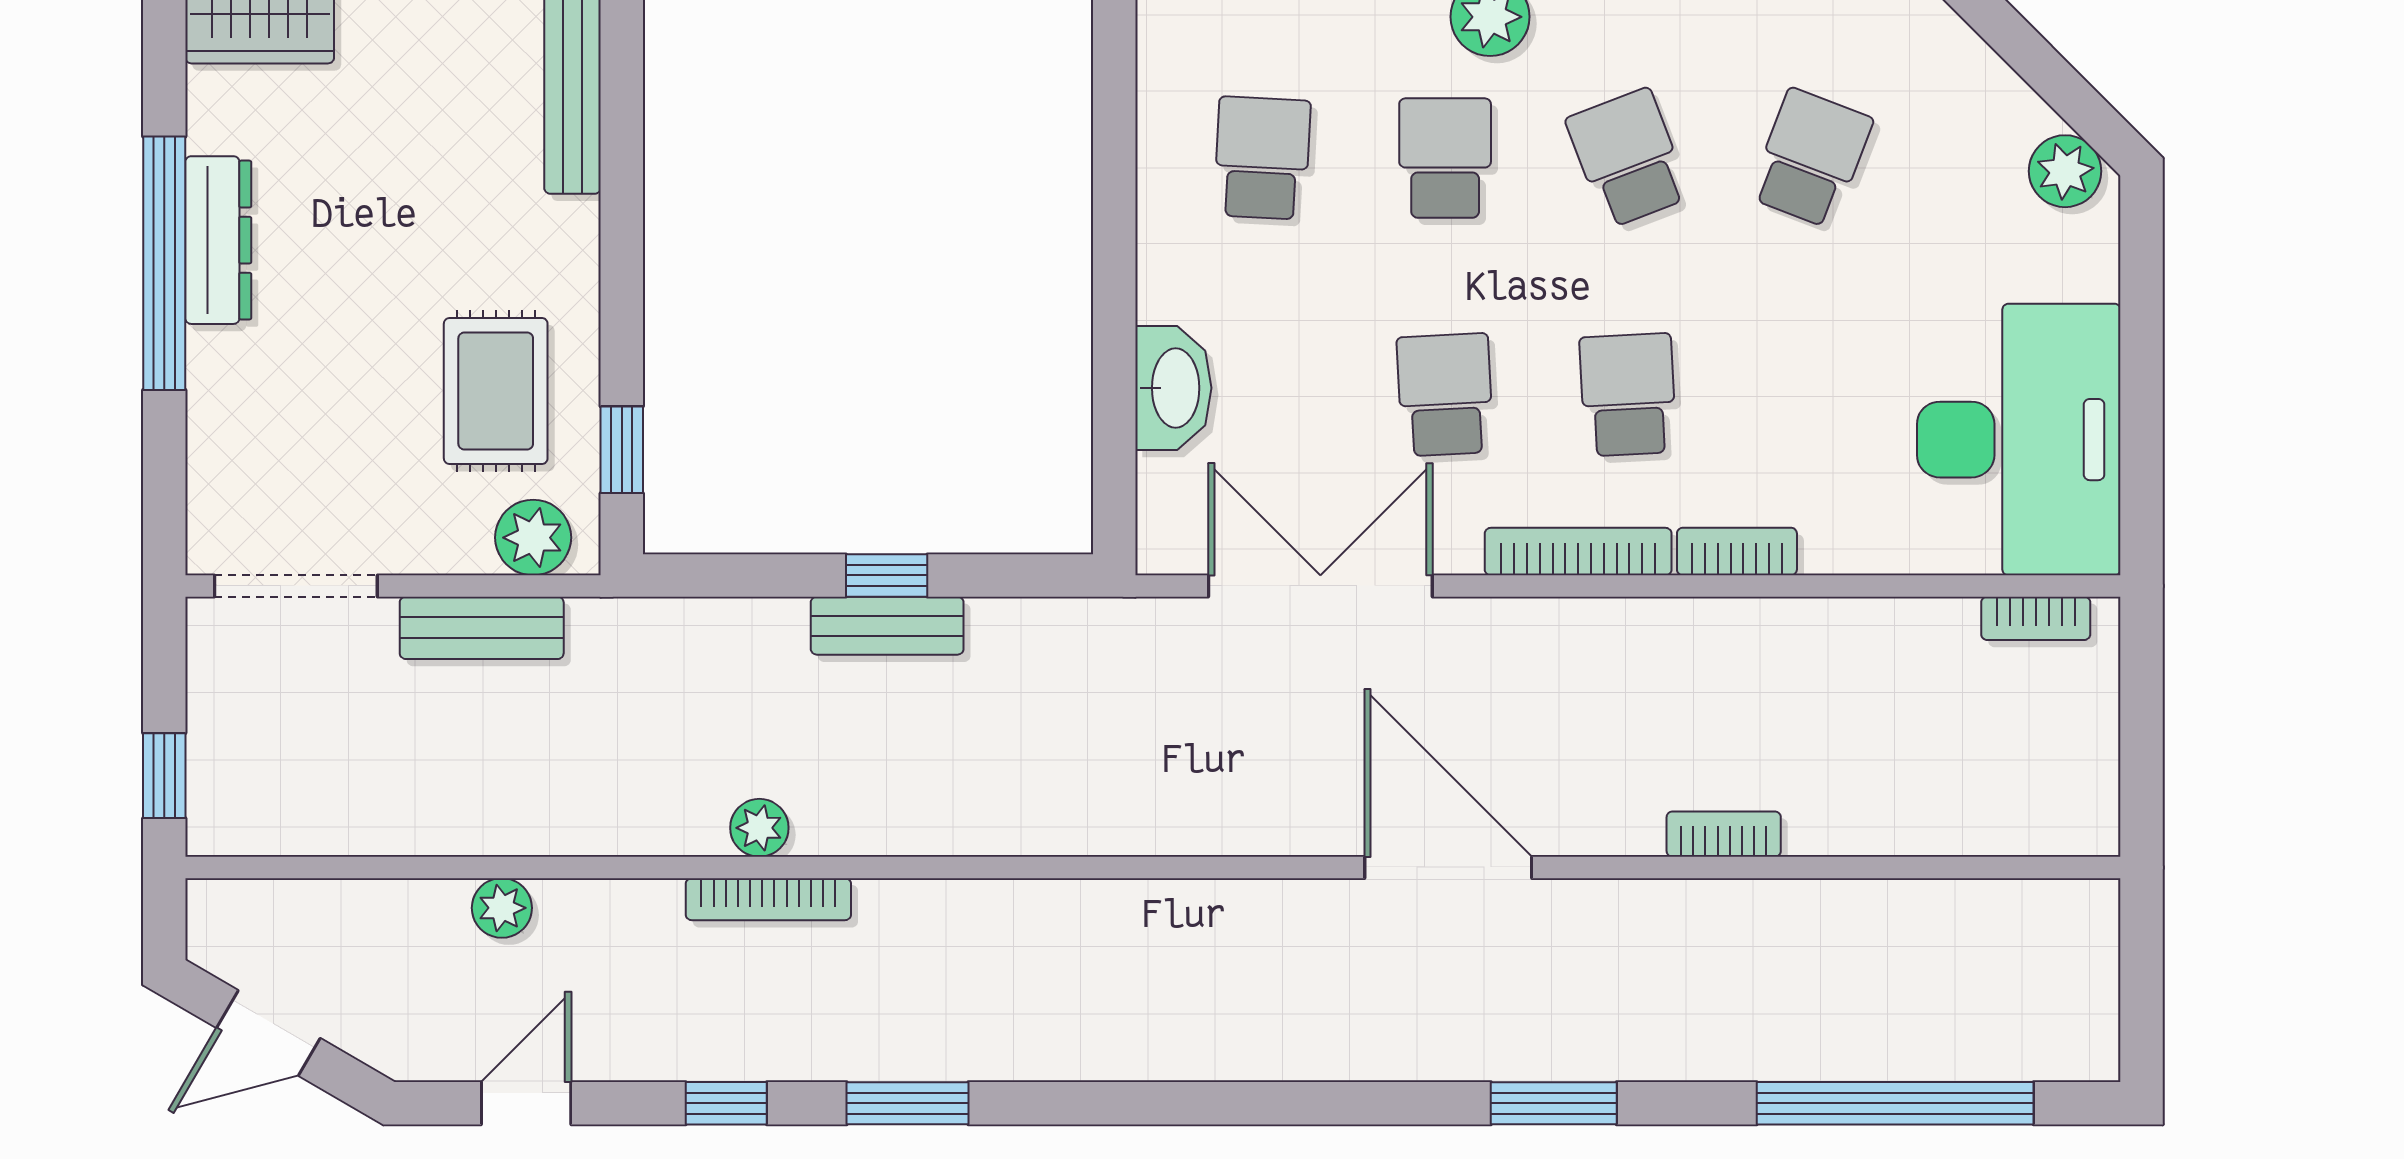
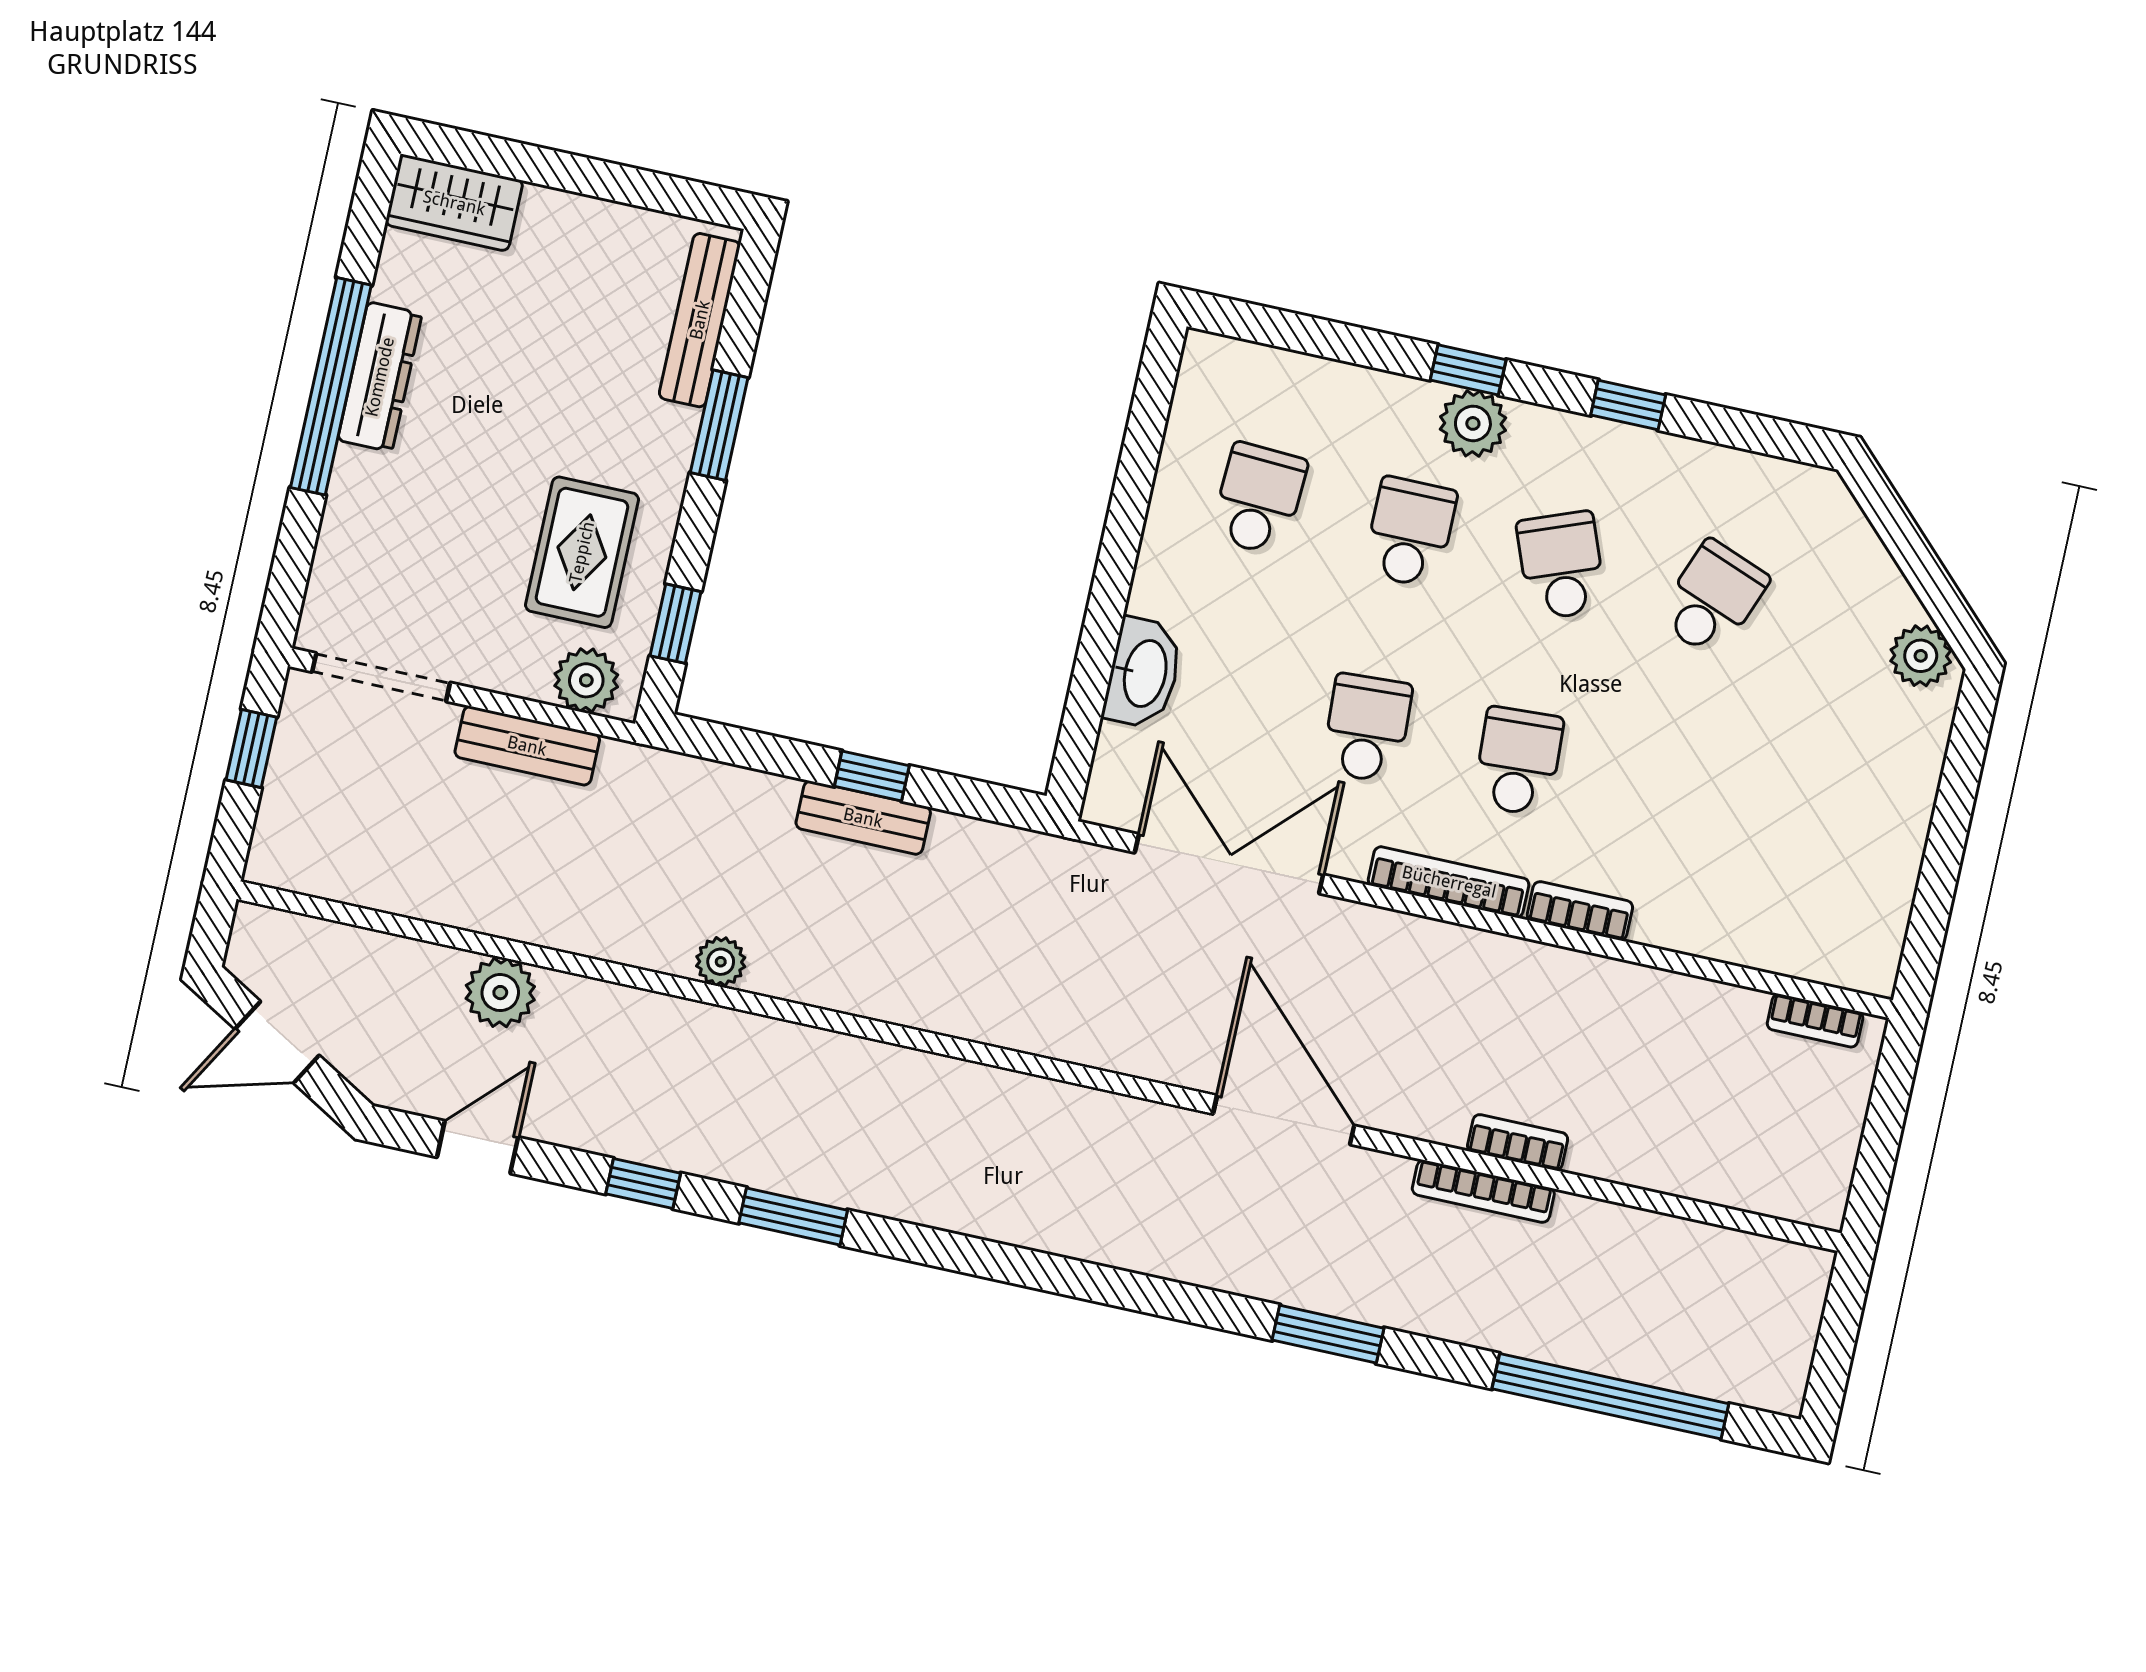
window: (622, 210) -> (719, 425), added
desk: (2019, 440) -> (1834, 870), removed
window: (164, 776) -> (251, 748), moved
bookcase: (768, 899) -> (1483, 1191), moved
plant: (502, 908) -> (500, 993), width x1.38, depth x1.38

